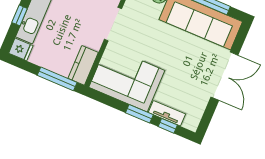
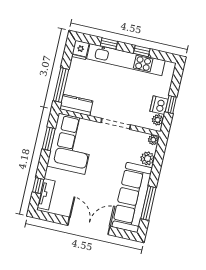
double door: (224, 76) -> (89, 226), swing flipped
tv unit: (167, 113) -> (46, 194), moved
window: (139, 114) -> (49, 139), moved

